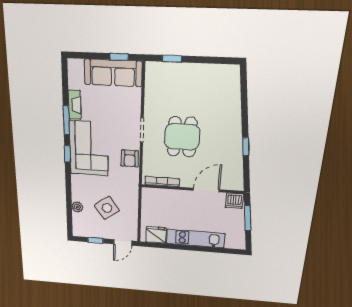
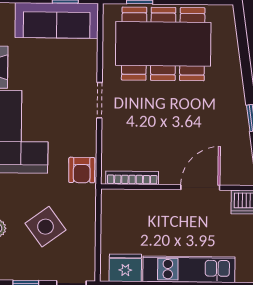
dining table: (182, 137) -> (163, 44), moved, width x1.88, depth x1.24
armchair: (130, 158) -> (82, 170), moved

